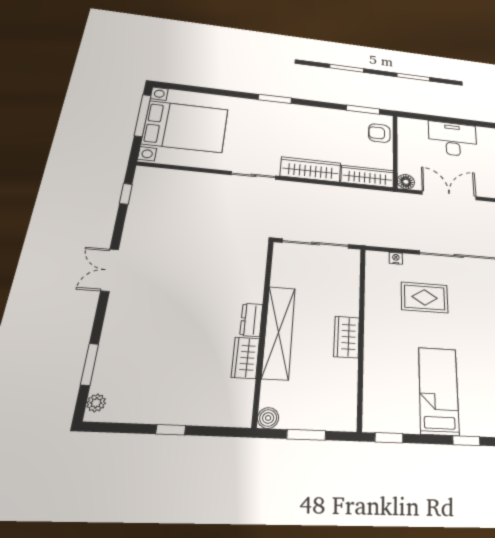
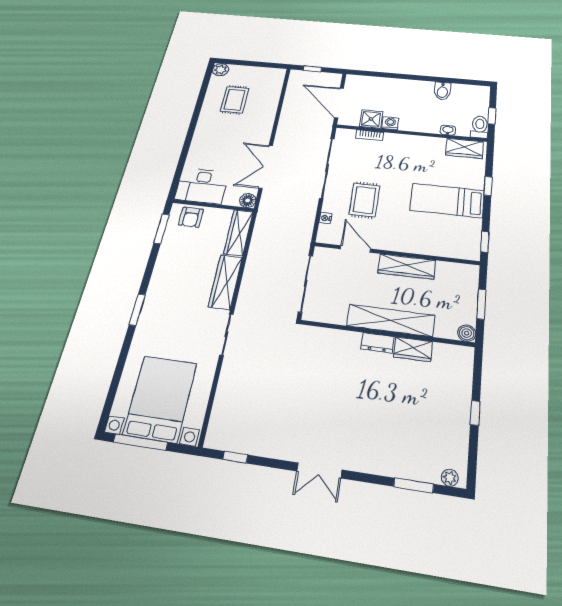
desk: (453, 139) -> (202, 186), moved, turned -90
door: (362, 291) -> (355, 249), added
wardrobe: (347, 337) -> (407, 267), width x1.50

